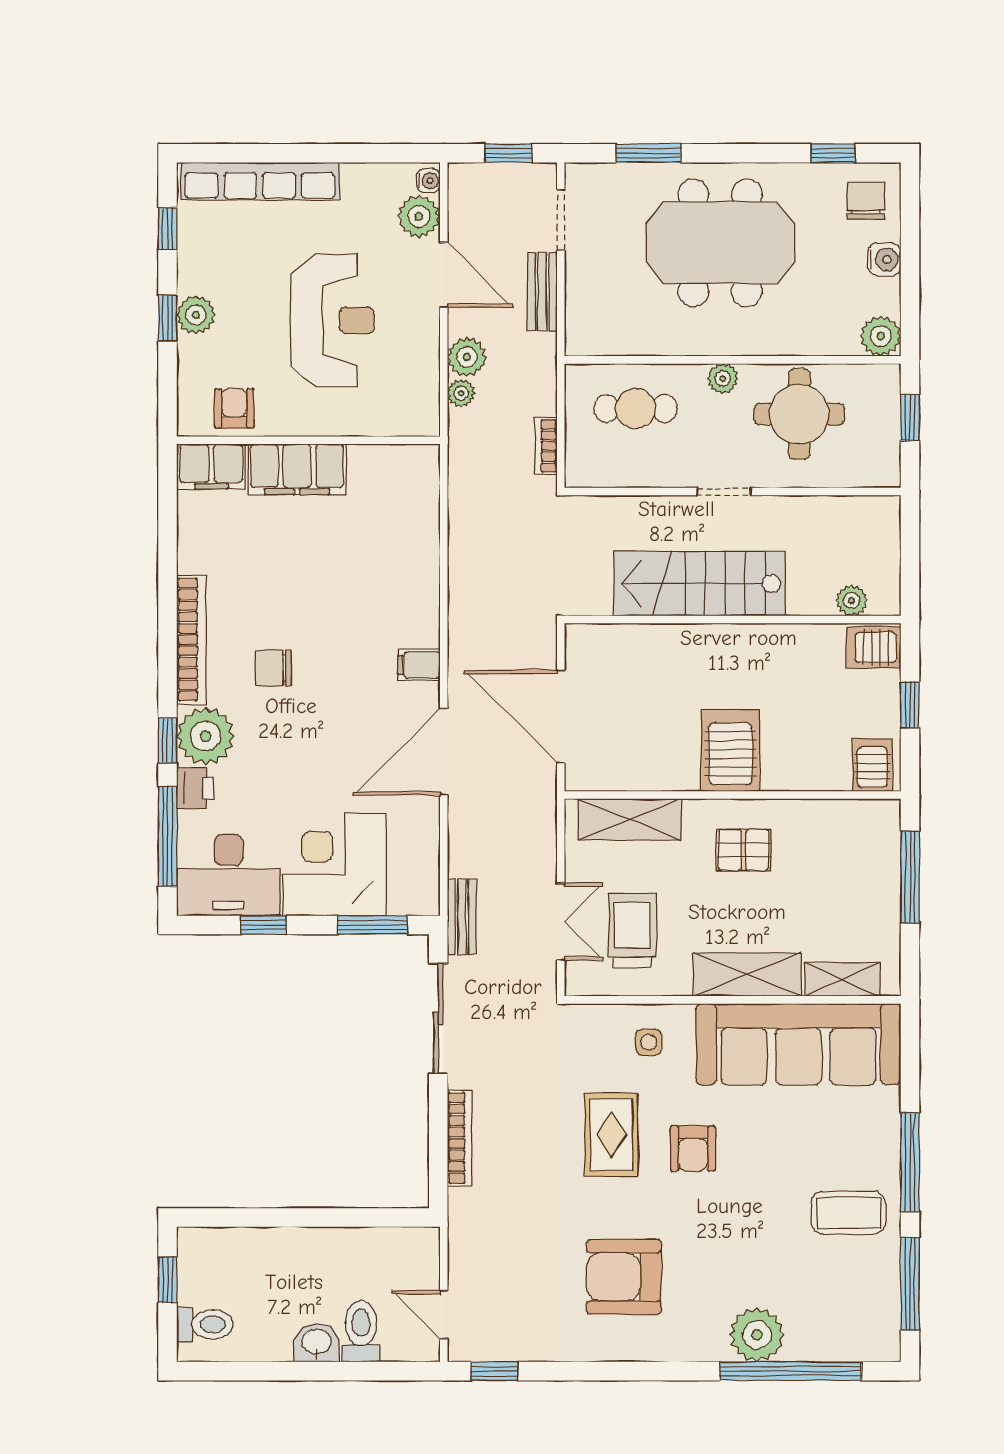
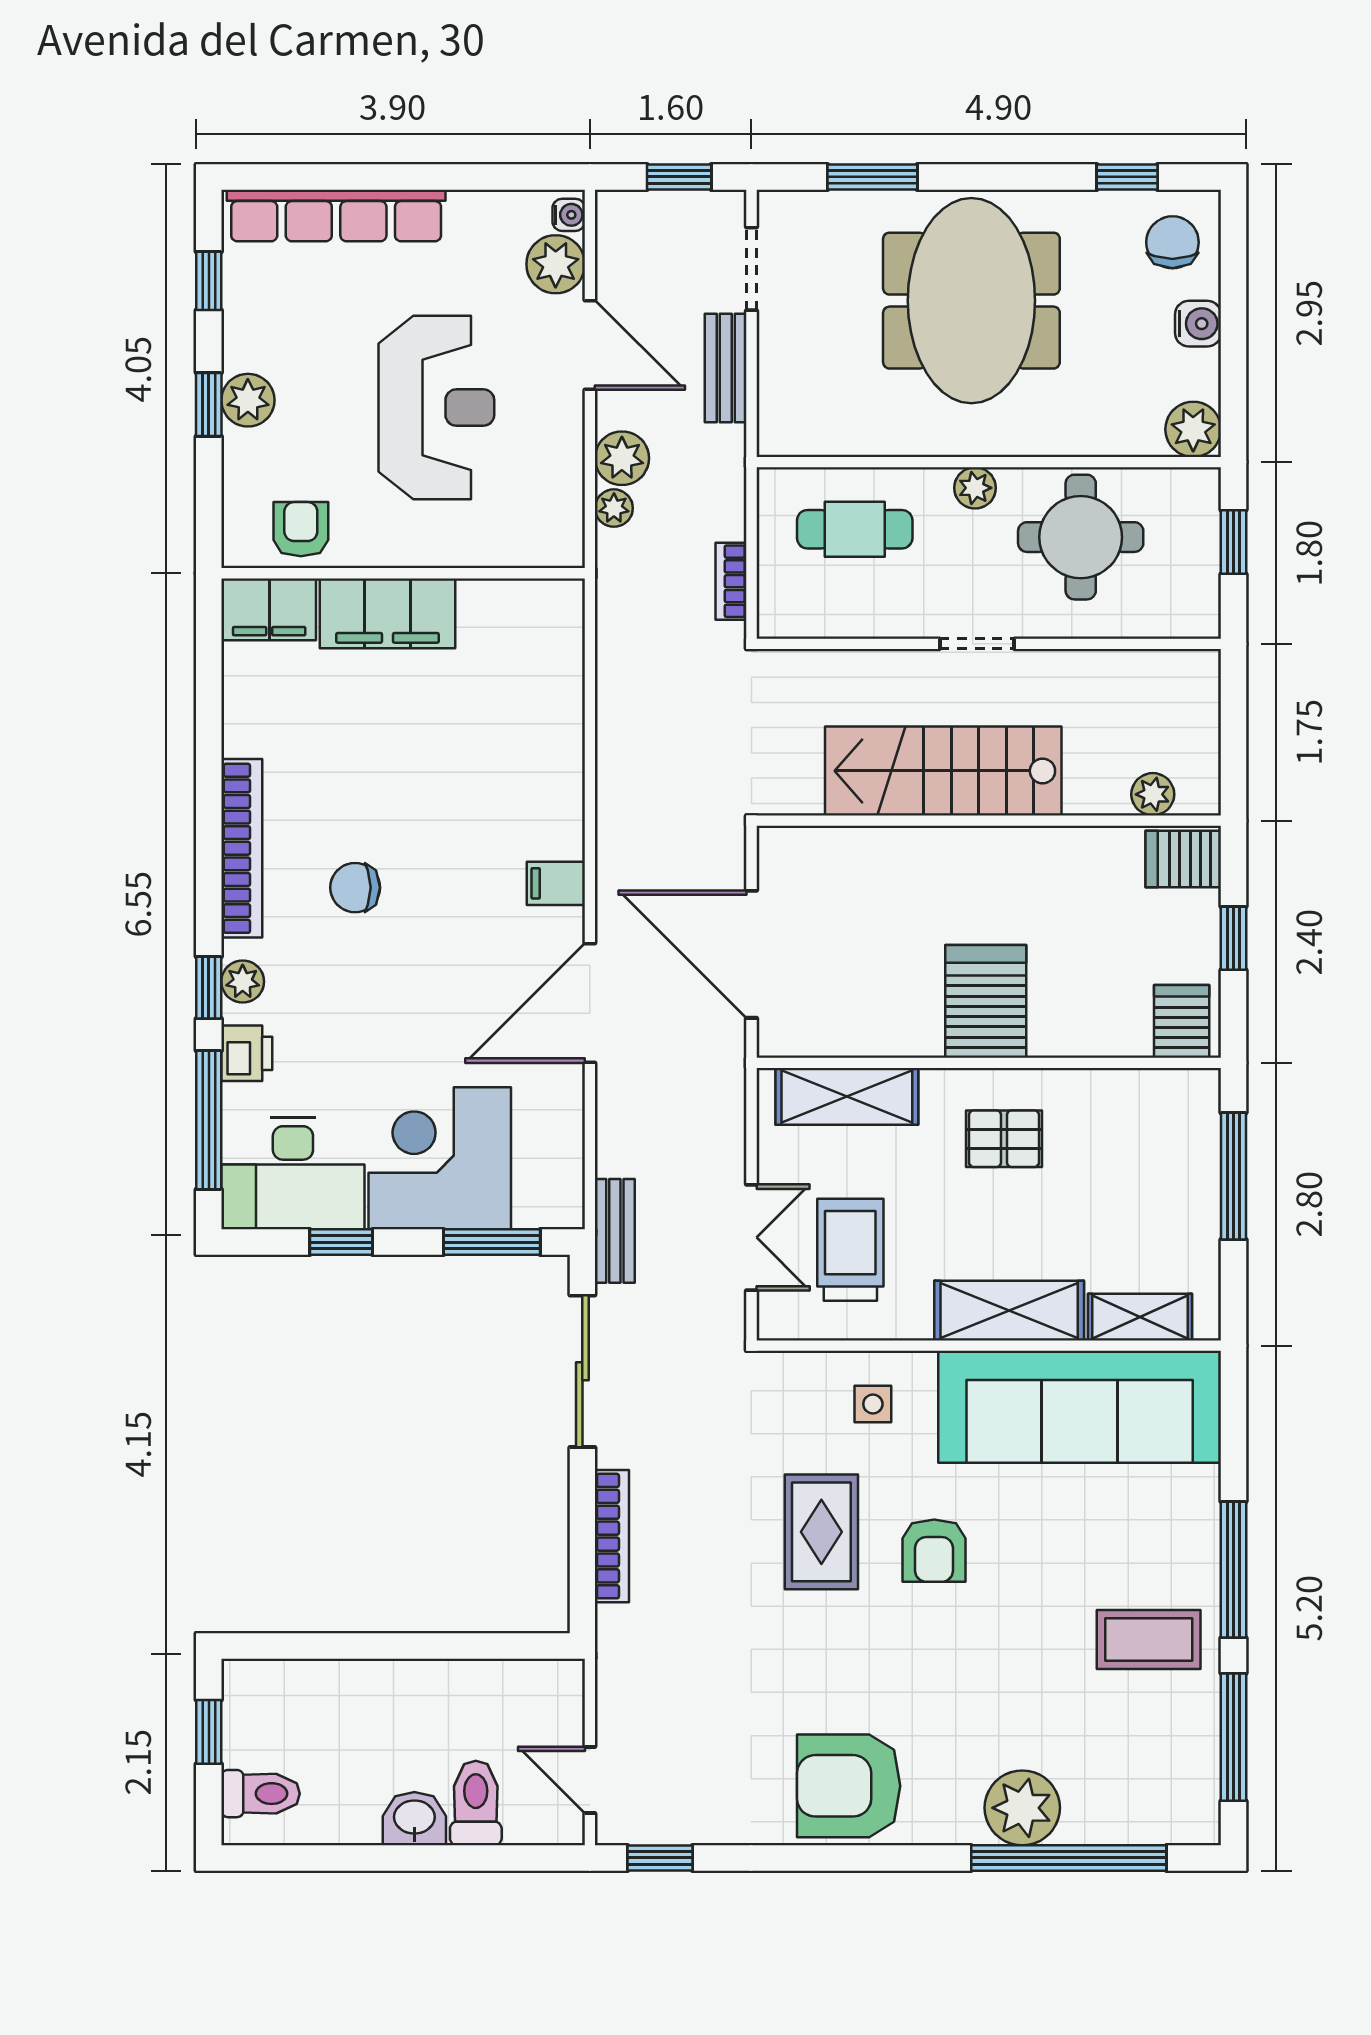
meeting table: (720, 243) -> (971, 301), turned 90
plant: (206, 736) -> (243, 982), width x0.53, depth x0.53
armchair: (624, 1277) -> (849, 1786), moved

